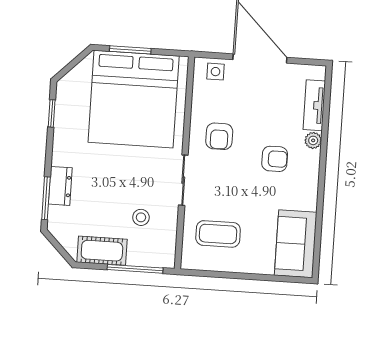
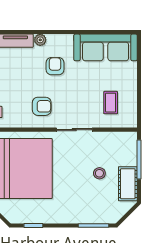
dresser: (60, 186) -> (84, 216), removed
stool: (141, 217) -> (99, 173), moved
coffee table: (218, 234) -> (111, 103), width x0.73, depth x0.77
sofa: (296, 244) -> (106, 47), width x1.36

